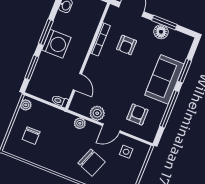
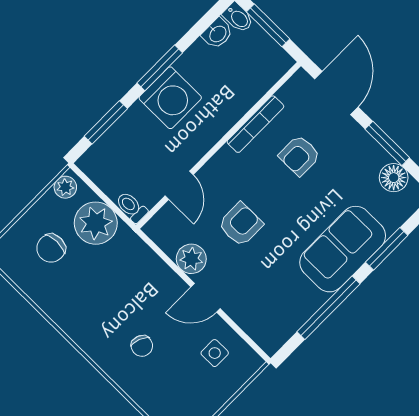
floor lamp: (161, 32) -> (394, 178), moved
armchair: (137, 114) -> (241, 224), moved
plant: (80, 123) -> (96, 223), moved, width x1.88, depth x1.88
chair: (92, 163) -> (142, 346), width x0.54, depth x0.54

